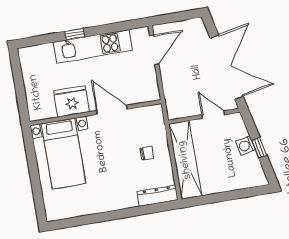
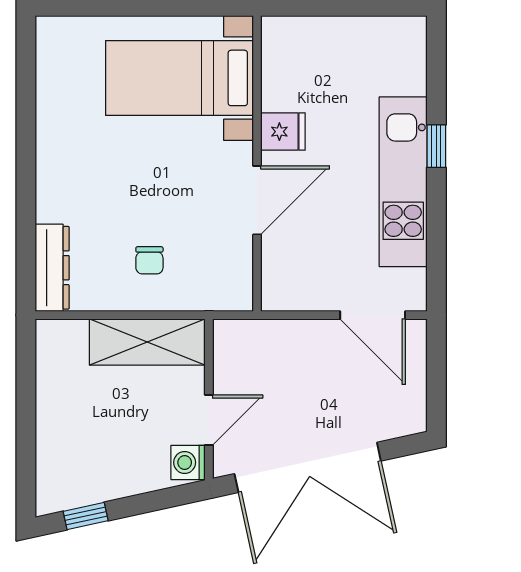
fridge: (72, 101) -> (283, 132), width x0.53, depth x0.75
washing machine: (246, 146) -> (188, 462), moved, turned -78
window: (259, 148) -> (86, 516), moved
shelving: (185, 160) -> (147, 342), width x0.68

